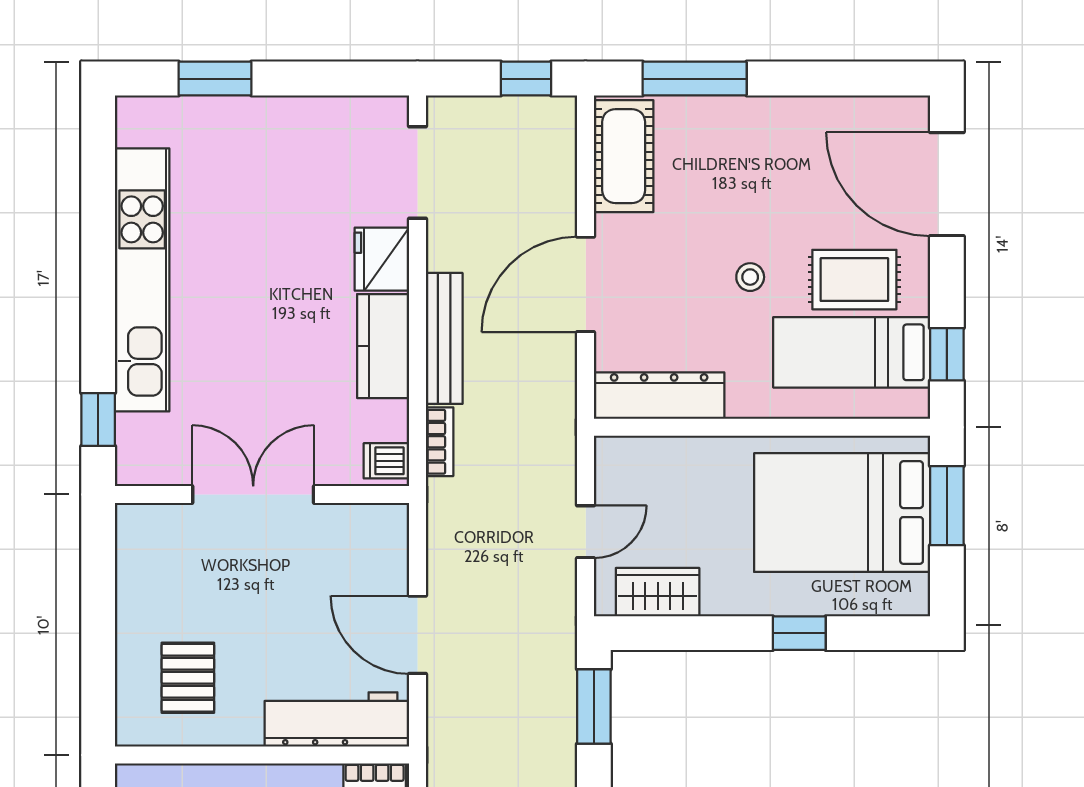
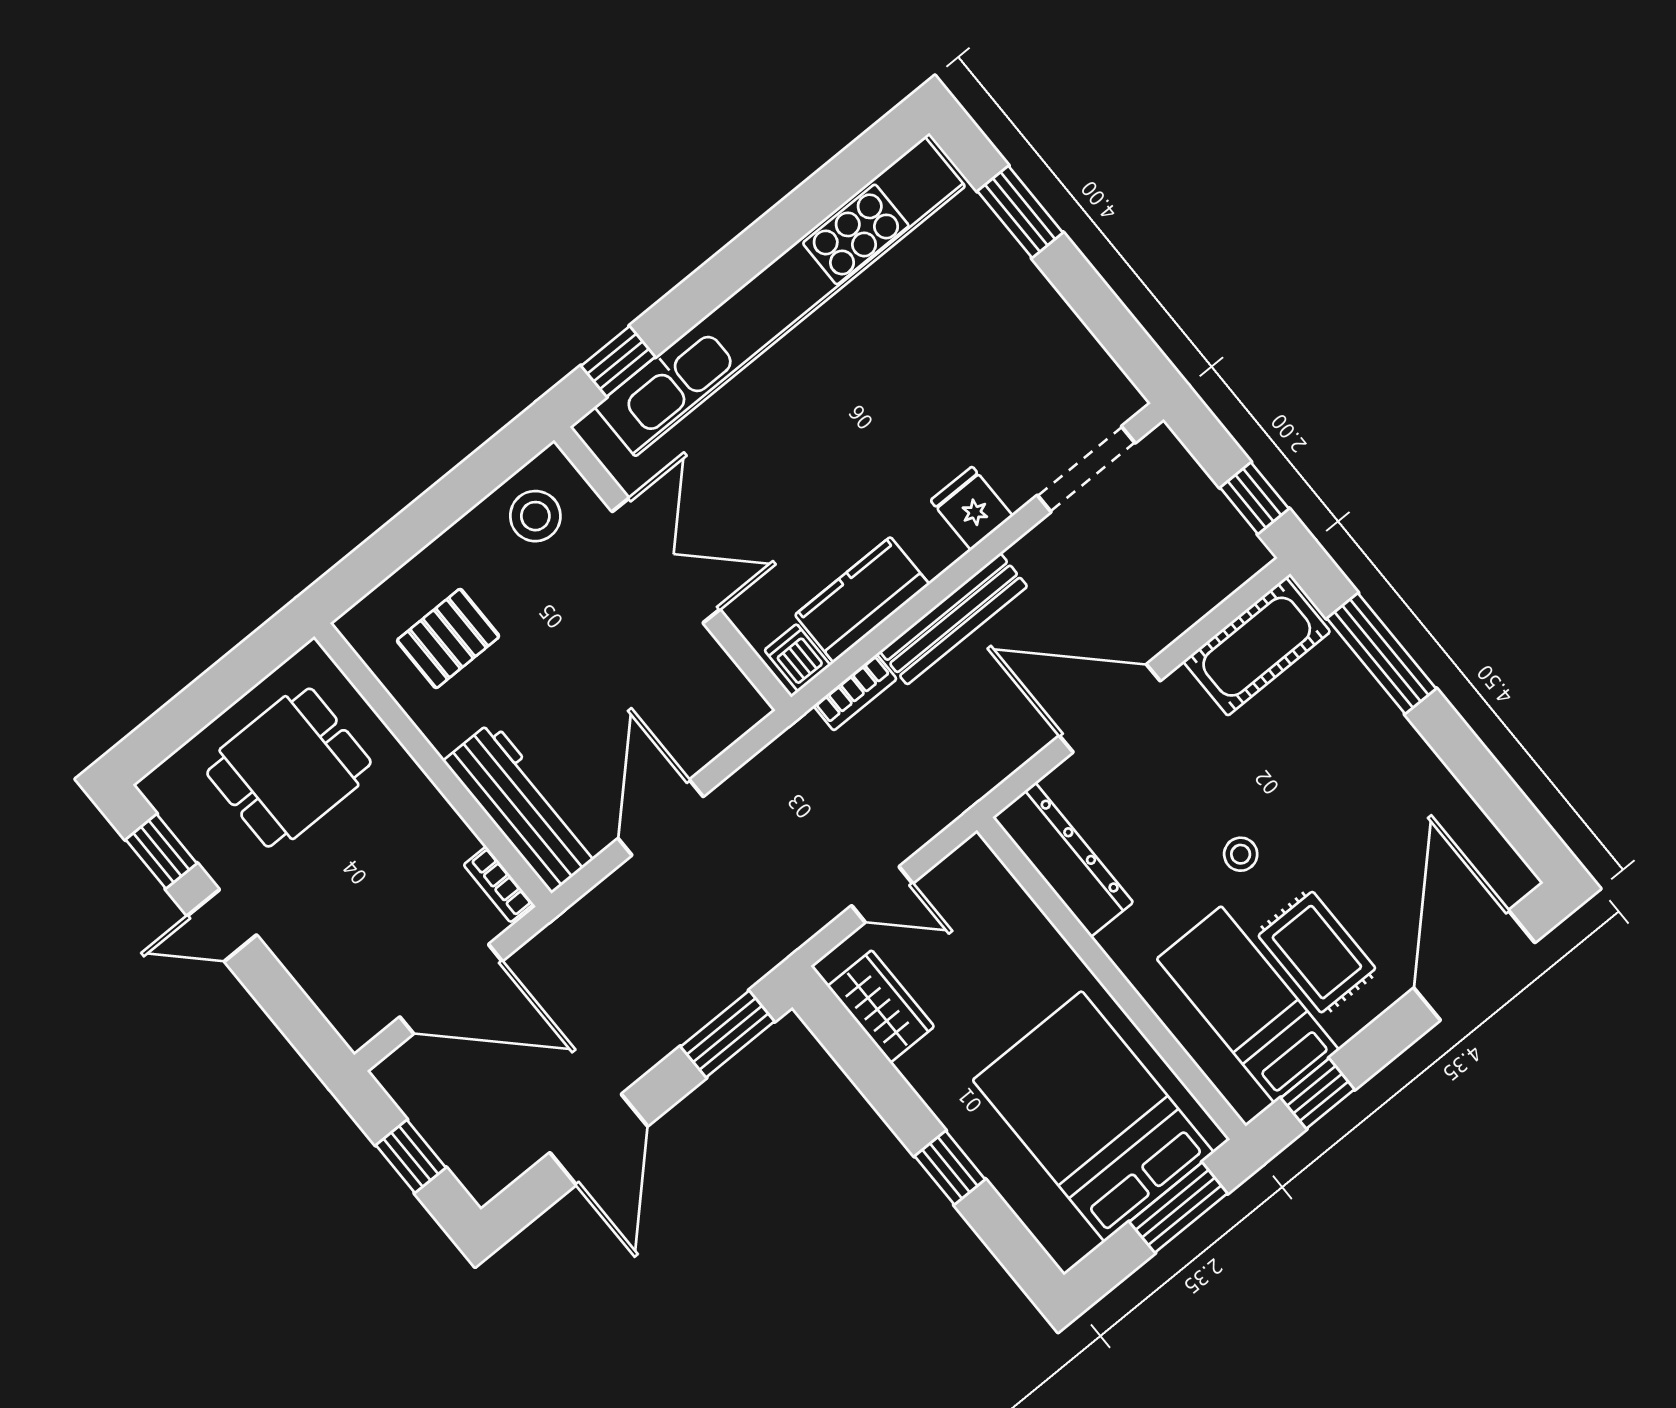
fridge: (382, 259) -> (972, 508), width x0.72
kitchen unit: (142, 280) -> (780, 297), width x1.36
kitchen counter: (383, 346) -> (862, 600), moved
stool: (155, 556) -> (535, 516), added

